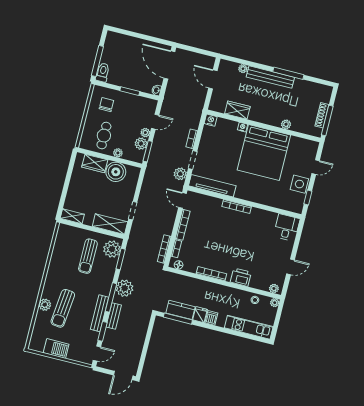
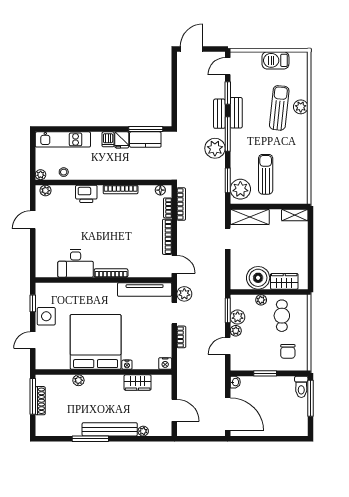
desk: (287, 227) -> (76, 263), moved, width x1.37
bench: (99, 313) -> (236, 113), width x0.73

